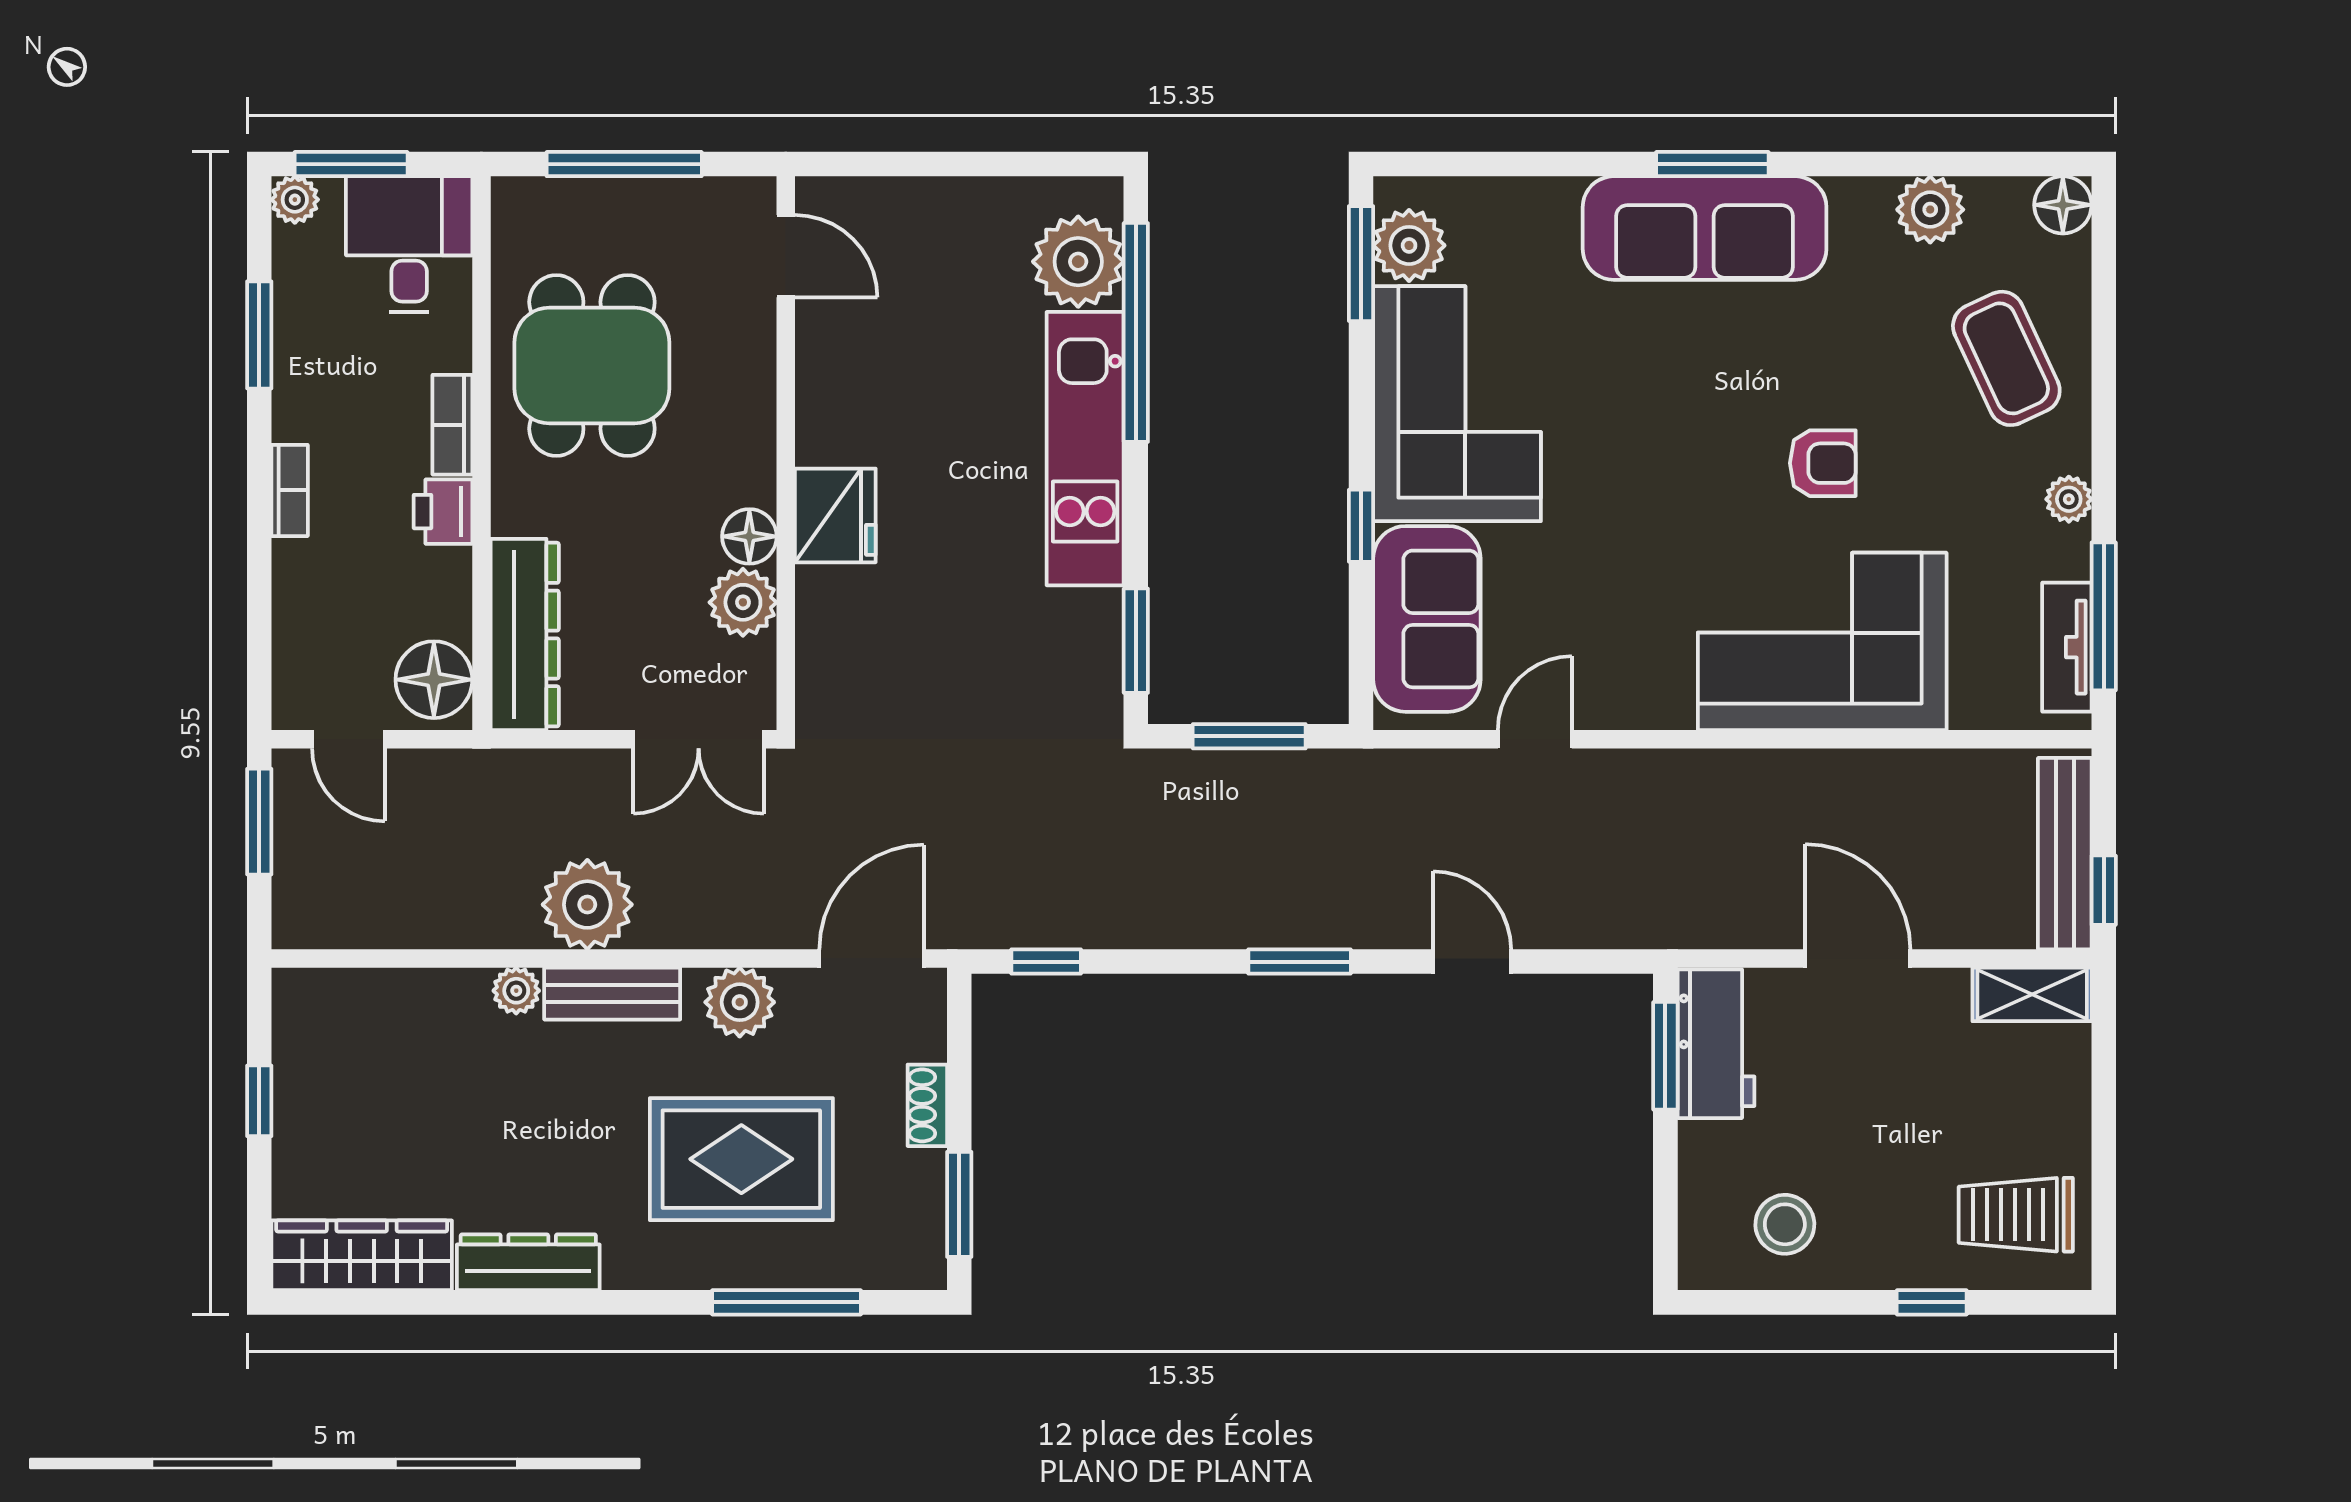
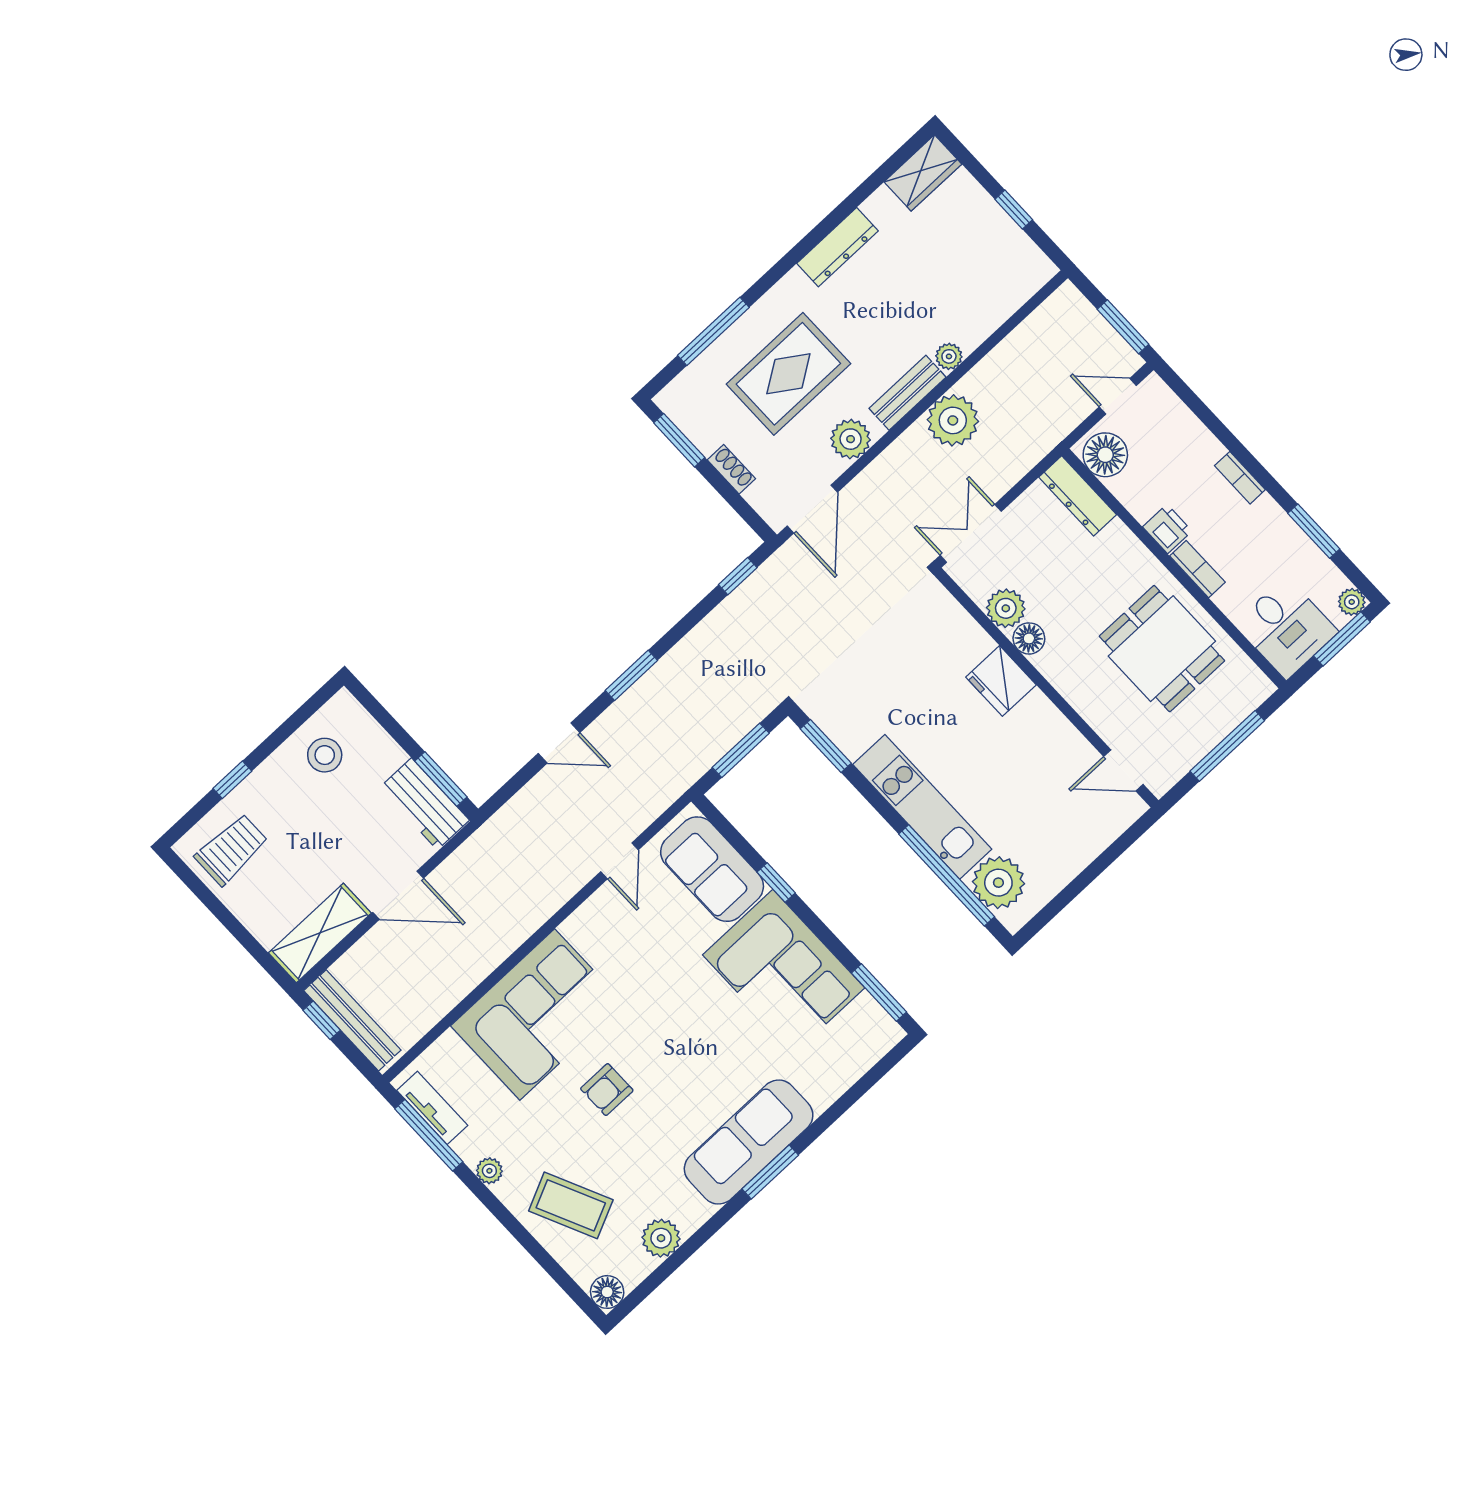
plant: (1409, 245) -> (866, 1019), removed
dresser: (525, 635) -> (1078, 496), width x0.73, depth x0.80
shelving: (2032, 994) -> (320, 933), width x1.50, depth x1.33
wardrobe: (362, 1255) -> (923, 173), width x0.67

